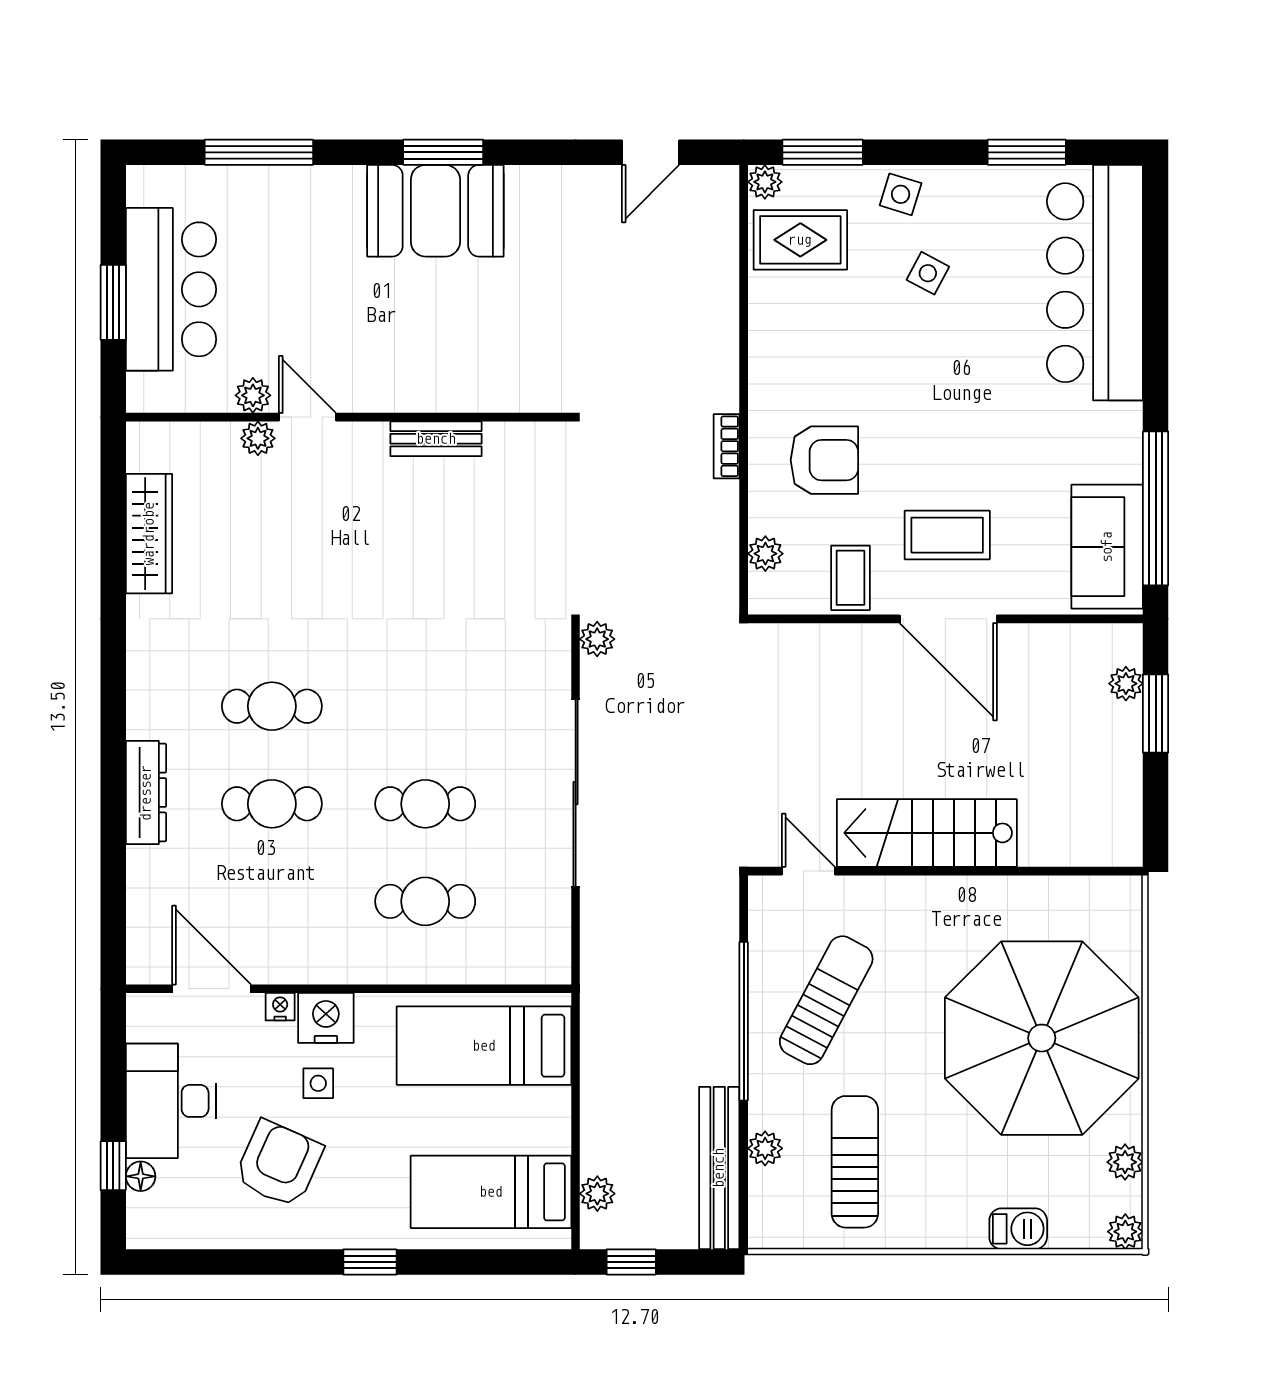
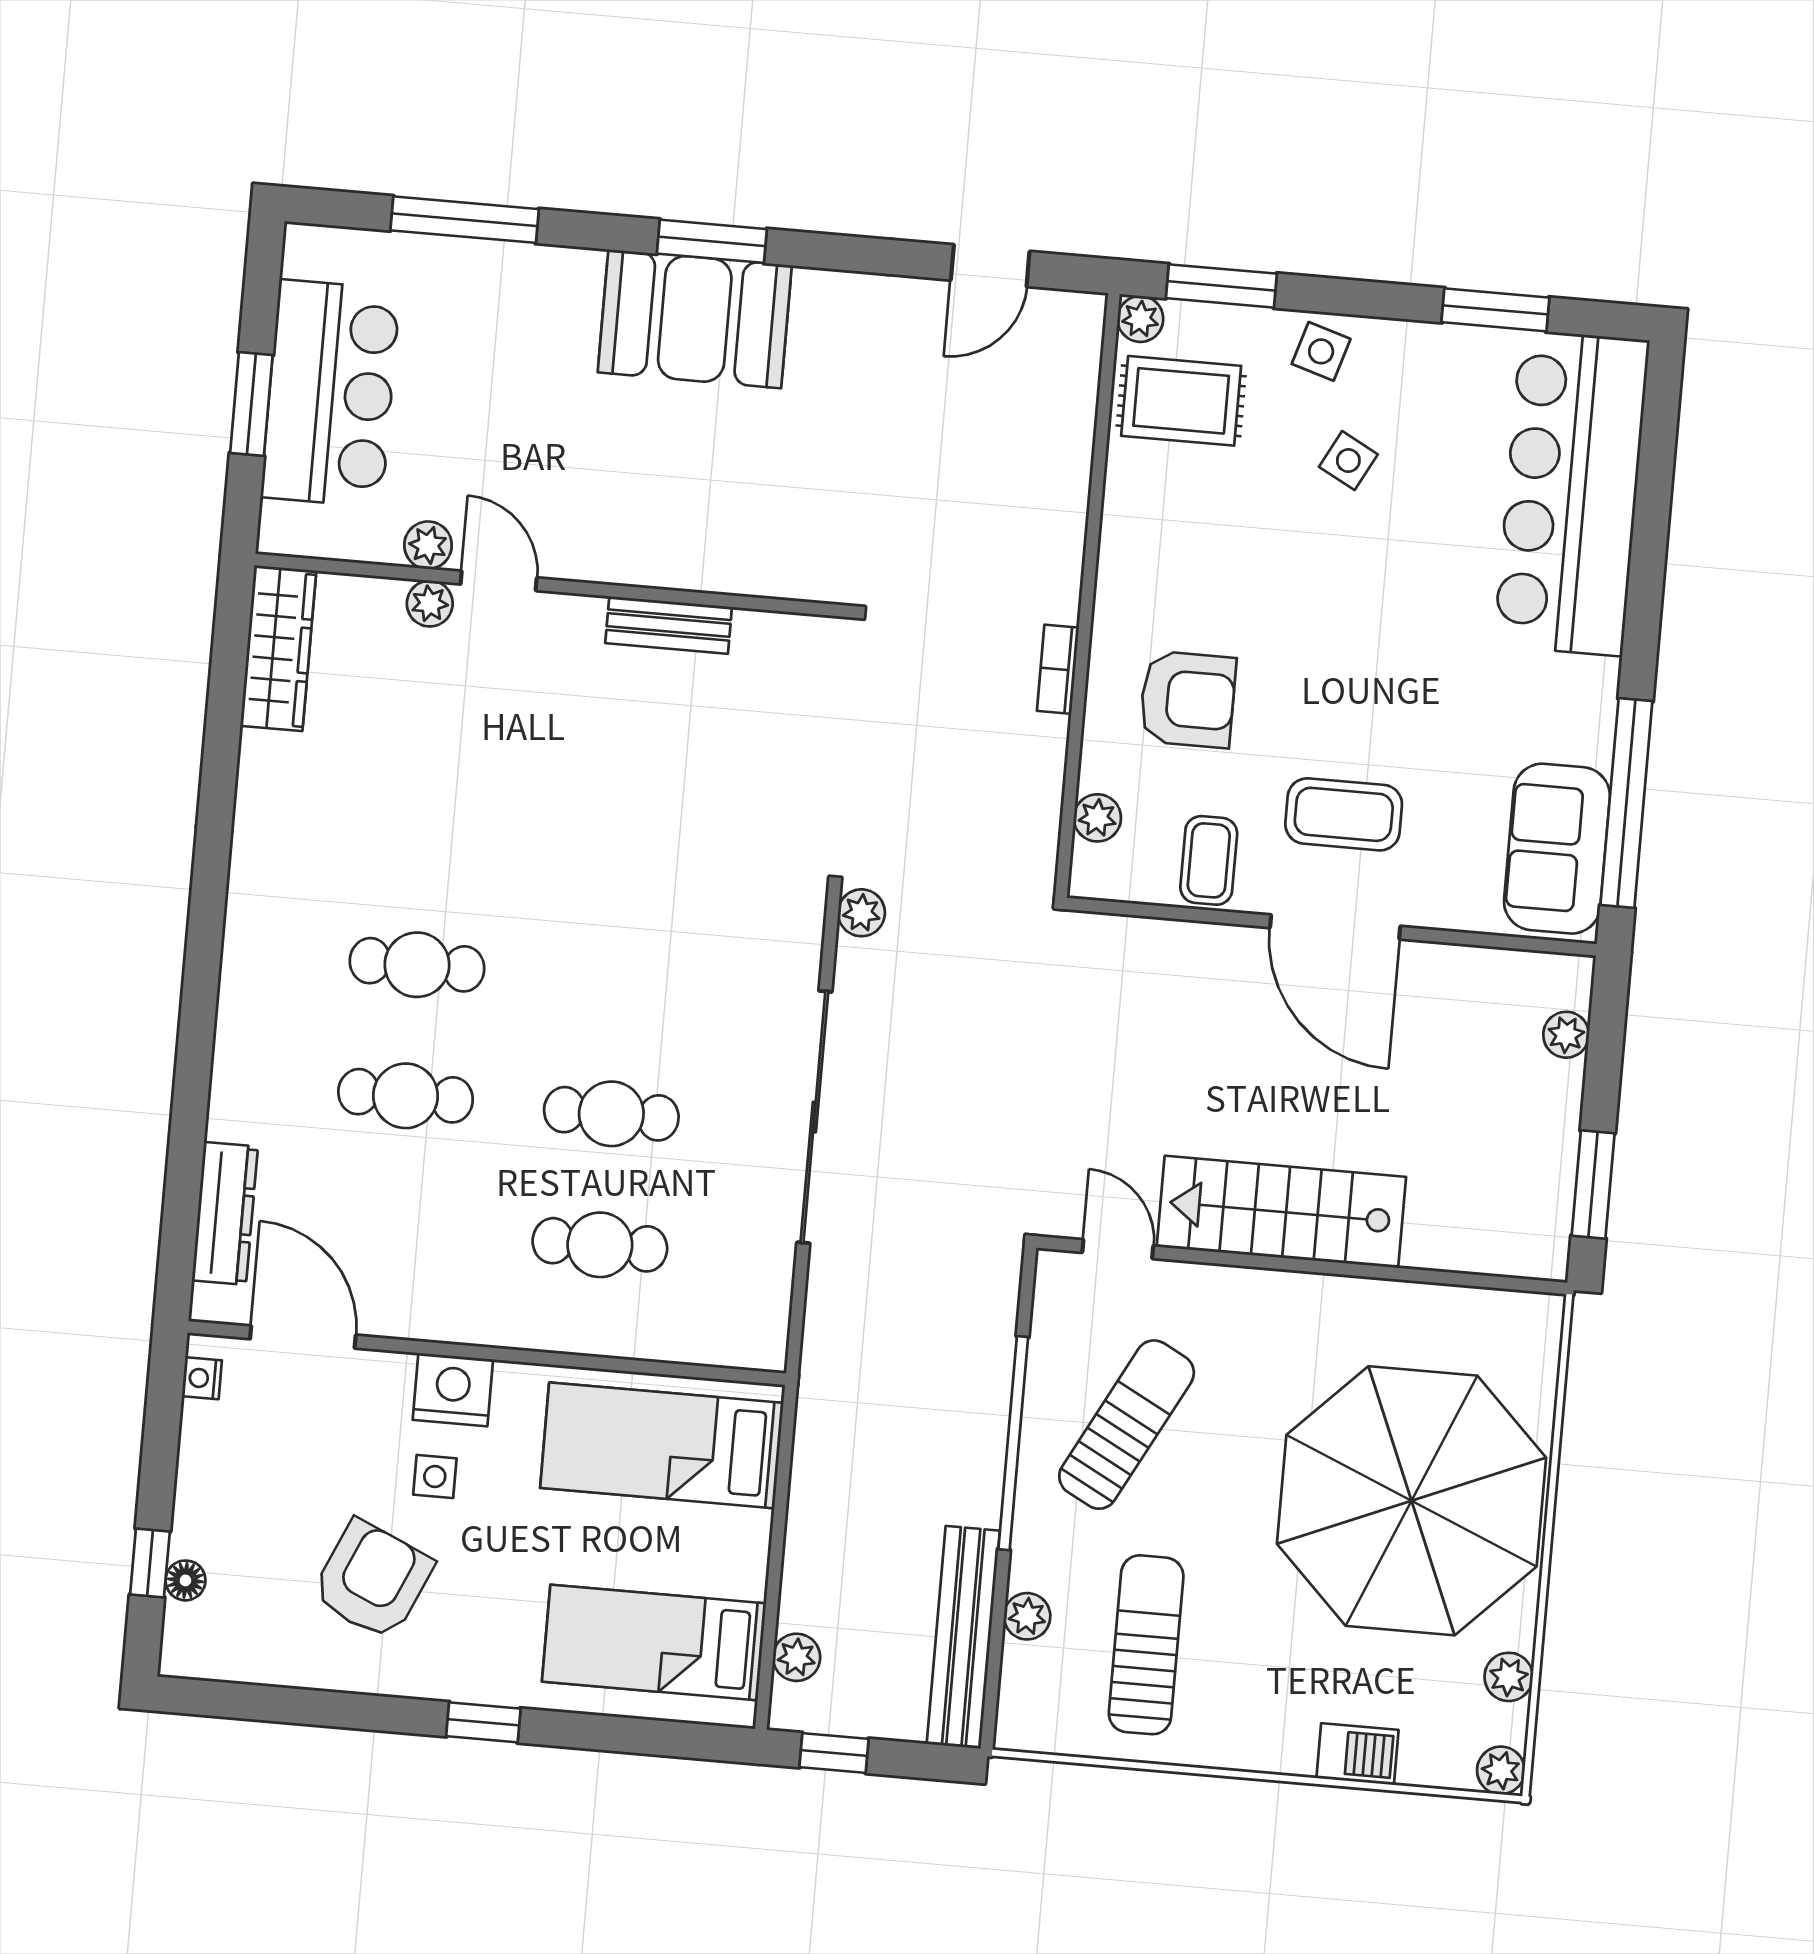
wardrobe: (149, 534) -> (278, 648), moved
window: (1156, 714) -> (1593, 1185), moved
dresser: (146, 793) -> (225, 1213), moved
nightstand: (280, 1007) -> (202, 1378), moved, turned -90
desk: (171, 1101) -> (235, 1483), removed

